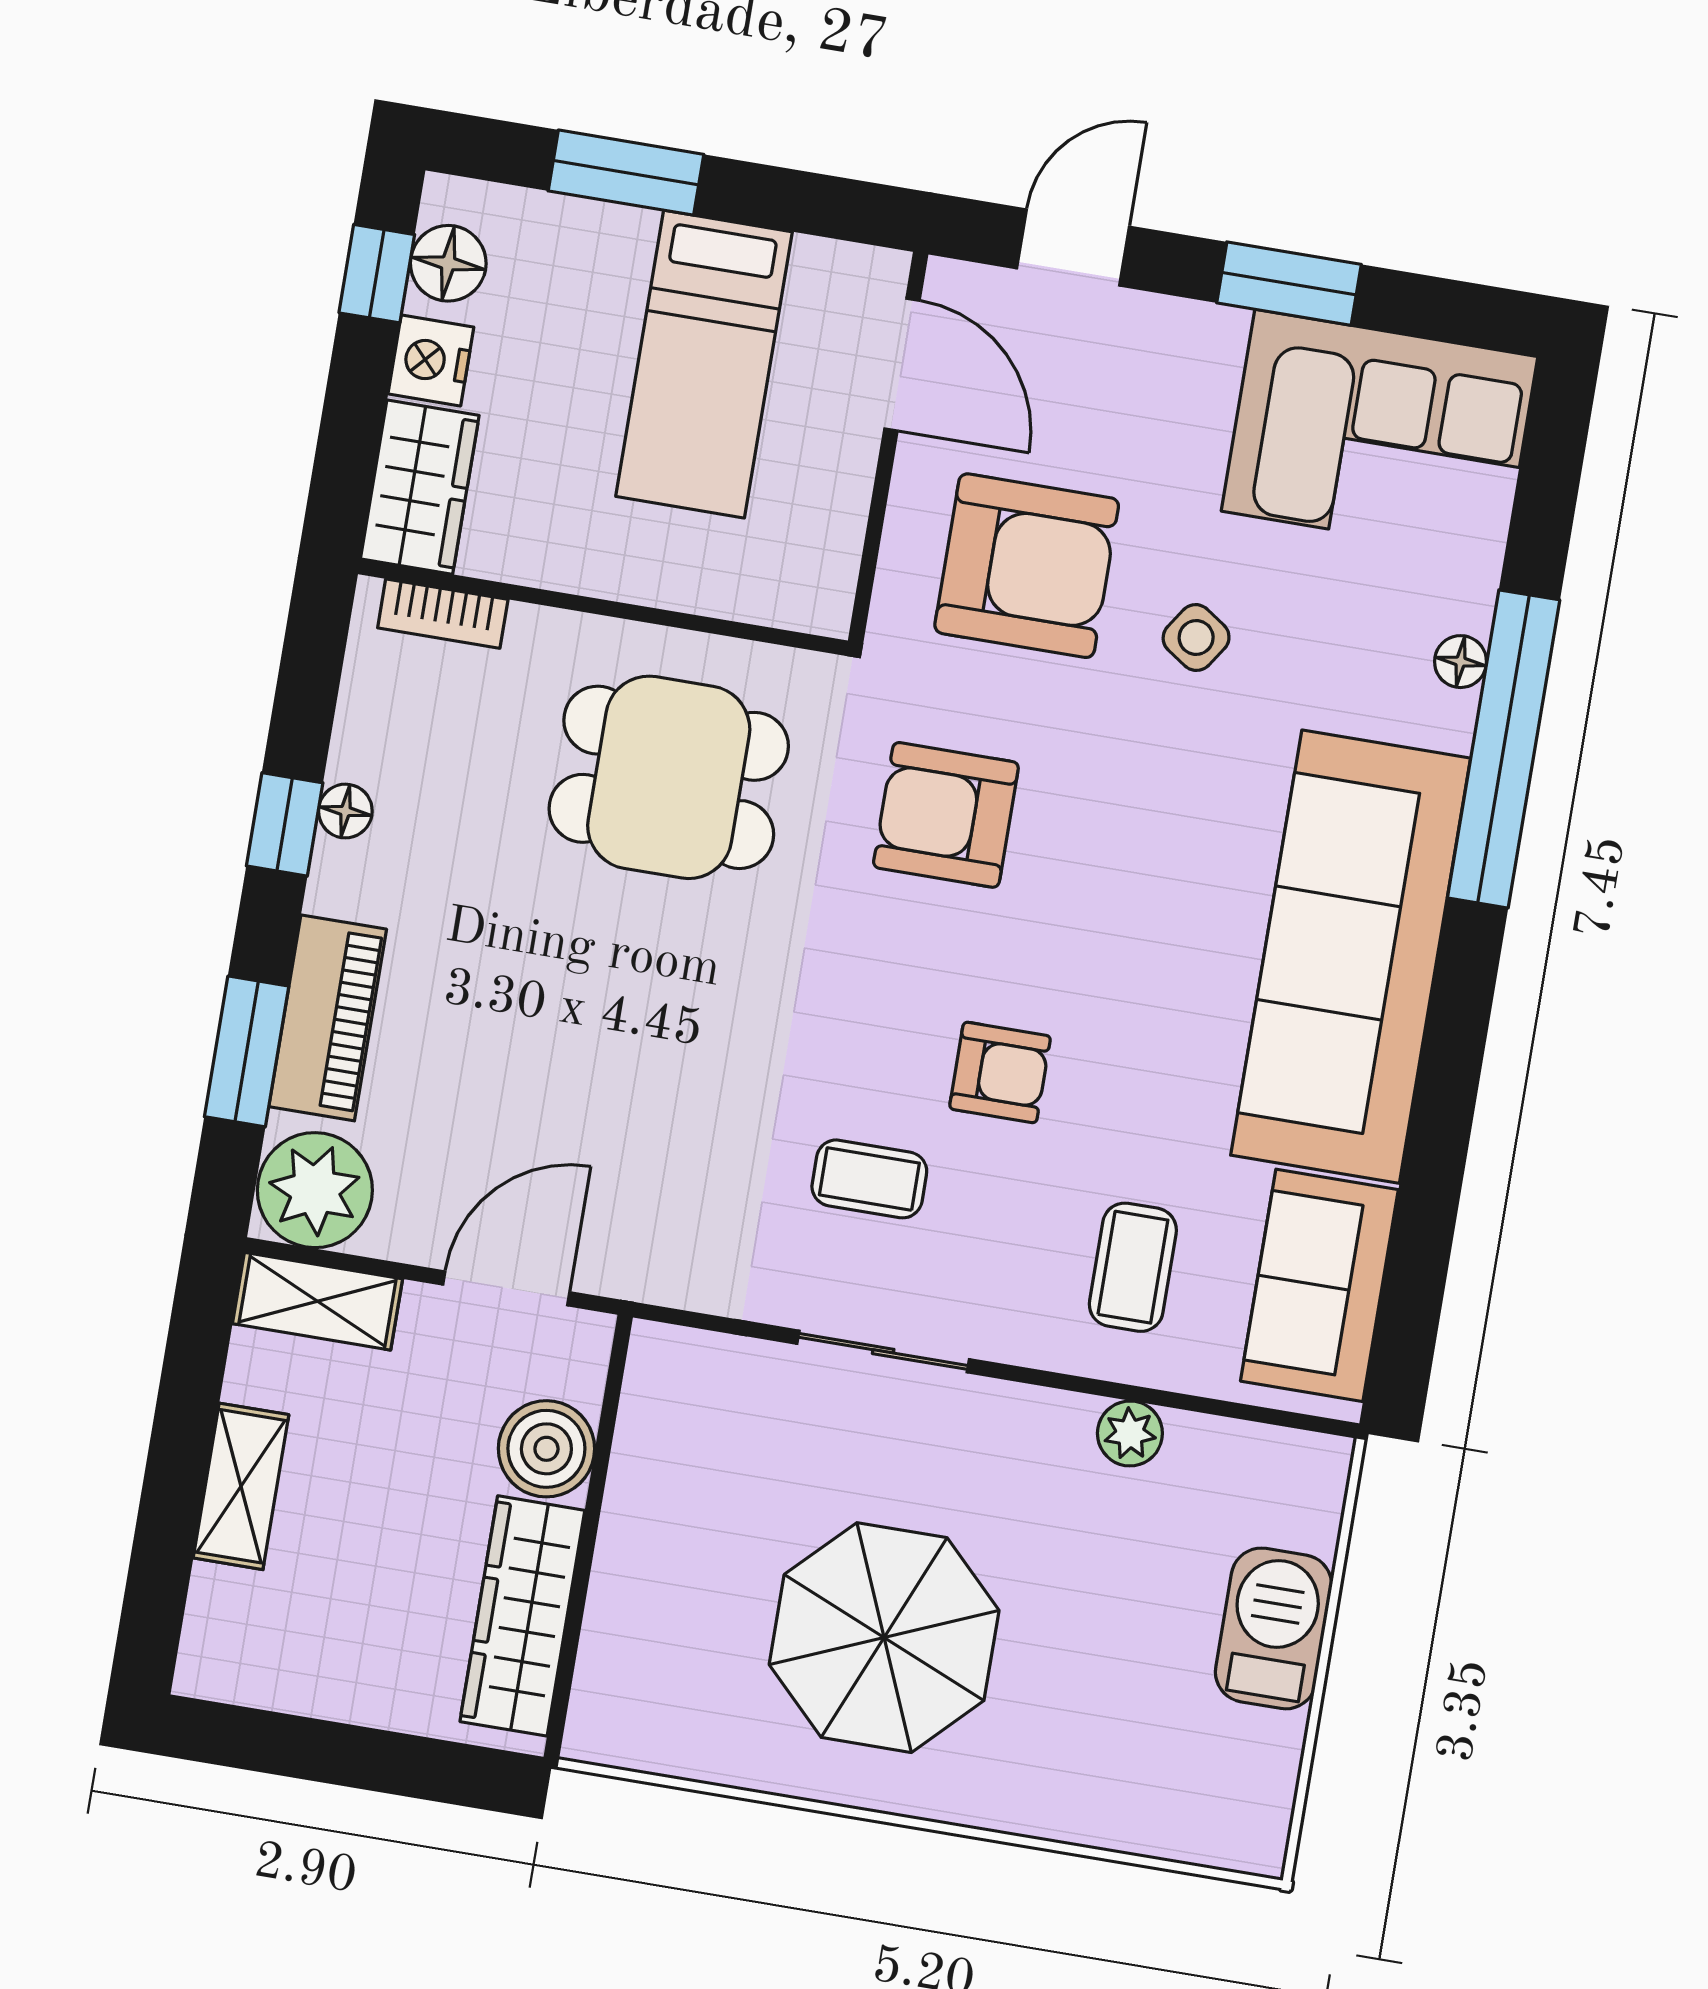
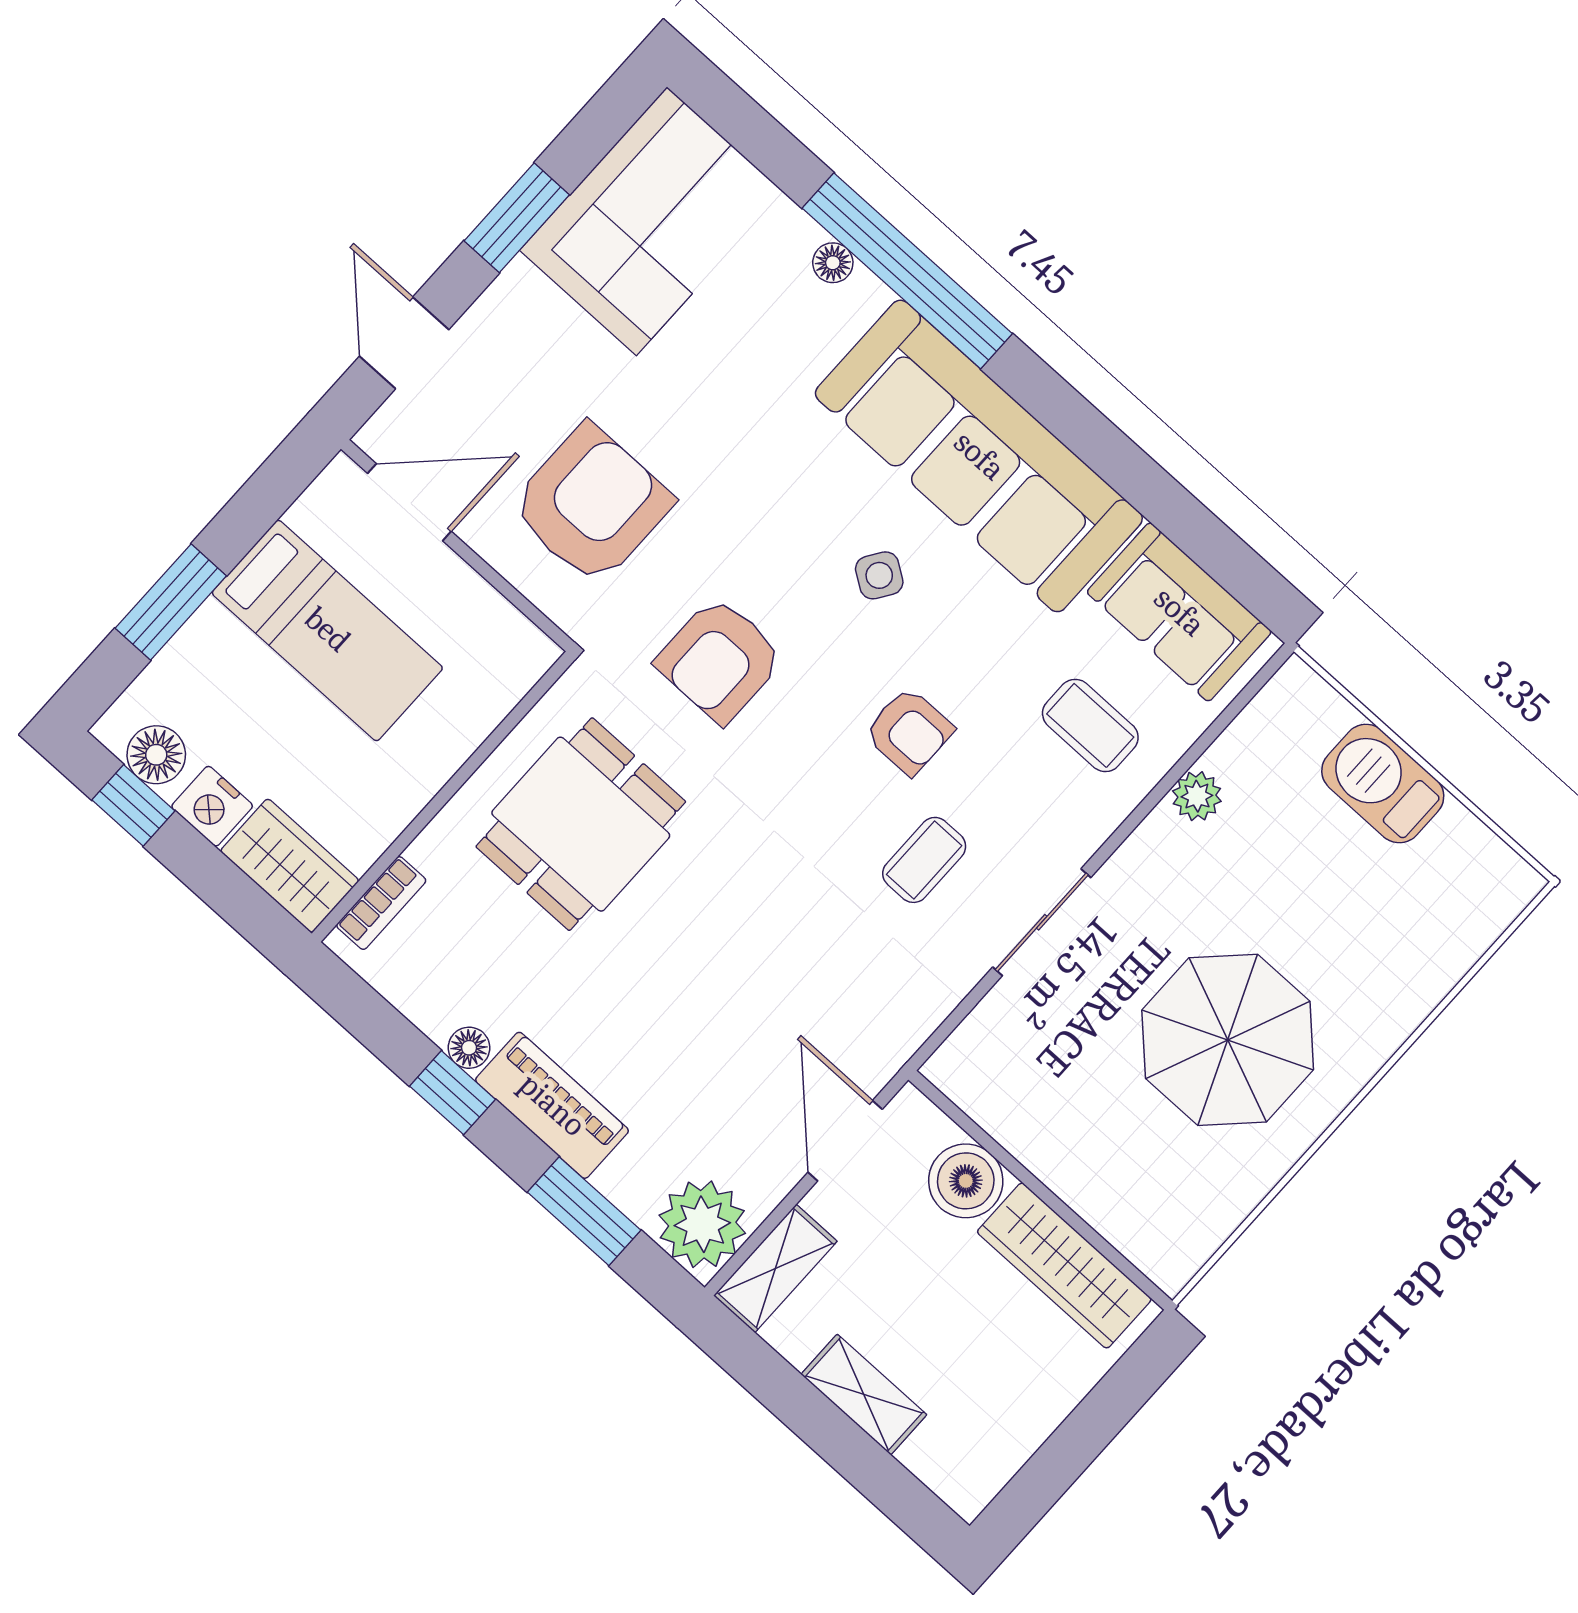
side table: (1196, 638) -> (879, 575), moved
piano: (328, 1018) -> (552, 1105), moved
armchair: (1000, 1072) -> (909, 731), turned 90

